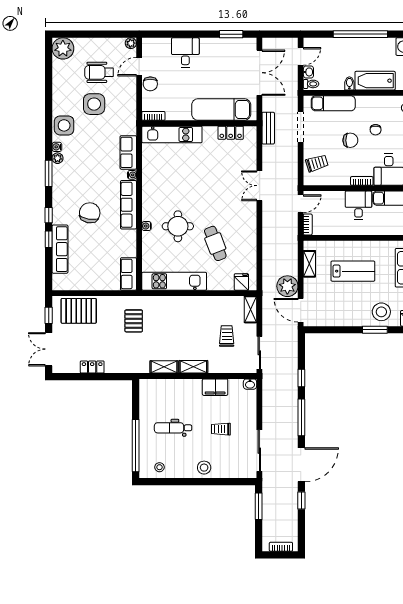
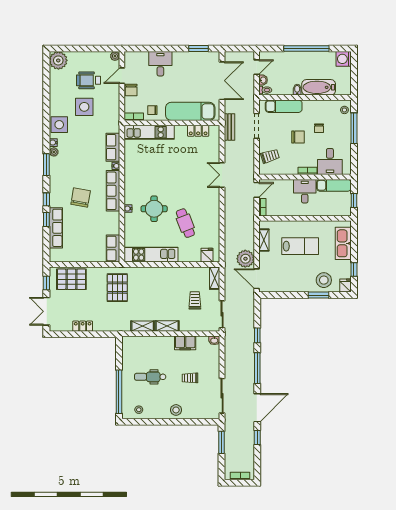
chair: (176, 108) -> (152, 110), added
pallet: (134, 321) -> (117, 288), width x1.50, depth x1.42

